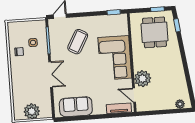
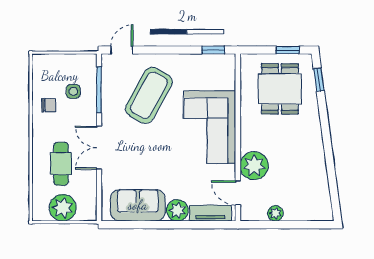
coffee table: (78, 42) -> (149, 95), width x1.36, depth x1.32
double door: (51, 75) -> (99, 148), swing flipped
cafe table: (29, 86) -> (61, 164), added
plant: (180, 104) -> (275, 213), moved
plant: (99, 108) -> (177, 210), added

